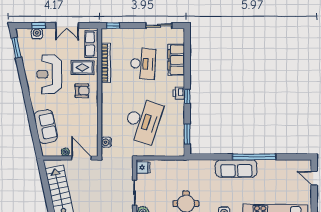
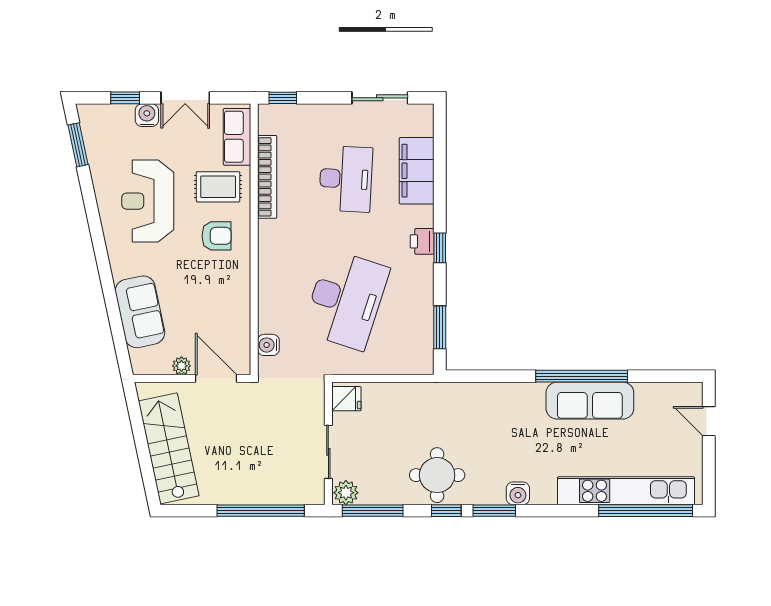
water cooler: (37, 34) -> (147, 115), moved
sofa: (236, 168) -> (590, 401), moved

